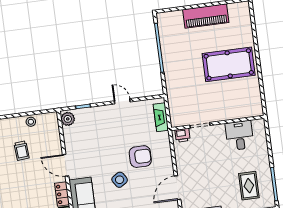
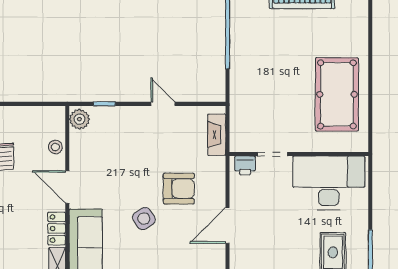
pool table: (229, 64) -> (337, 94), moved, turned 90
stool: (31, 122) -> (55, 147), moved
desk: (240, 135) -> (329, 183), width x1.87, depth x1.30
door: (178, 188) -> (227, 225), moved

